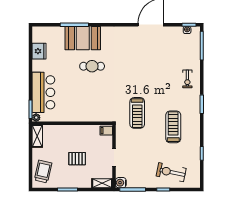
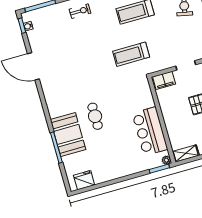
fridge: (39, 51) -> (84, 180), moved
bar counter: (43, 92) -> (150, 131), moved, turned -90
treadmill: (137, 113) -> (131, 54), turned 180
filing cabinet: (106, 131) -> (164, 80), width x2.00

